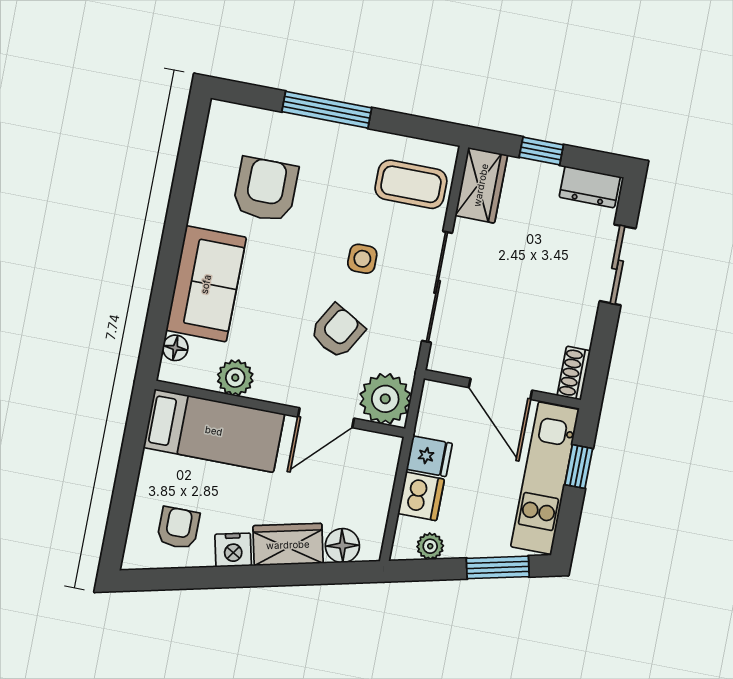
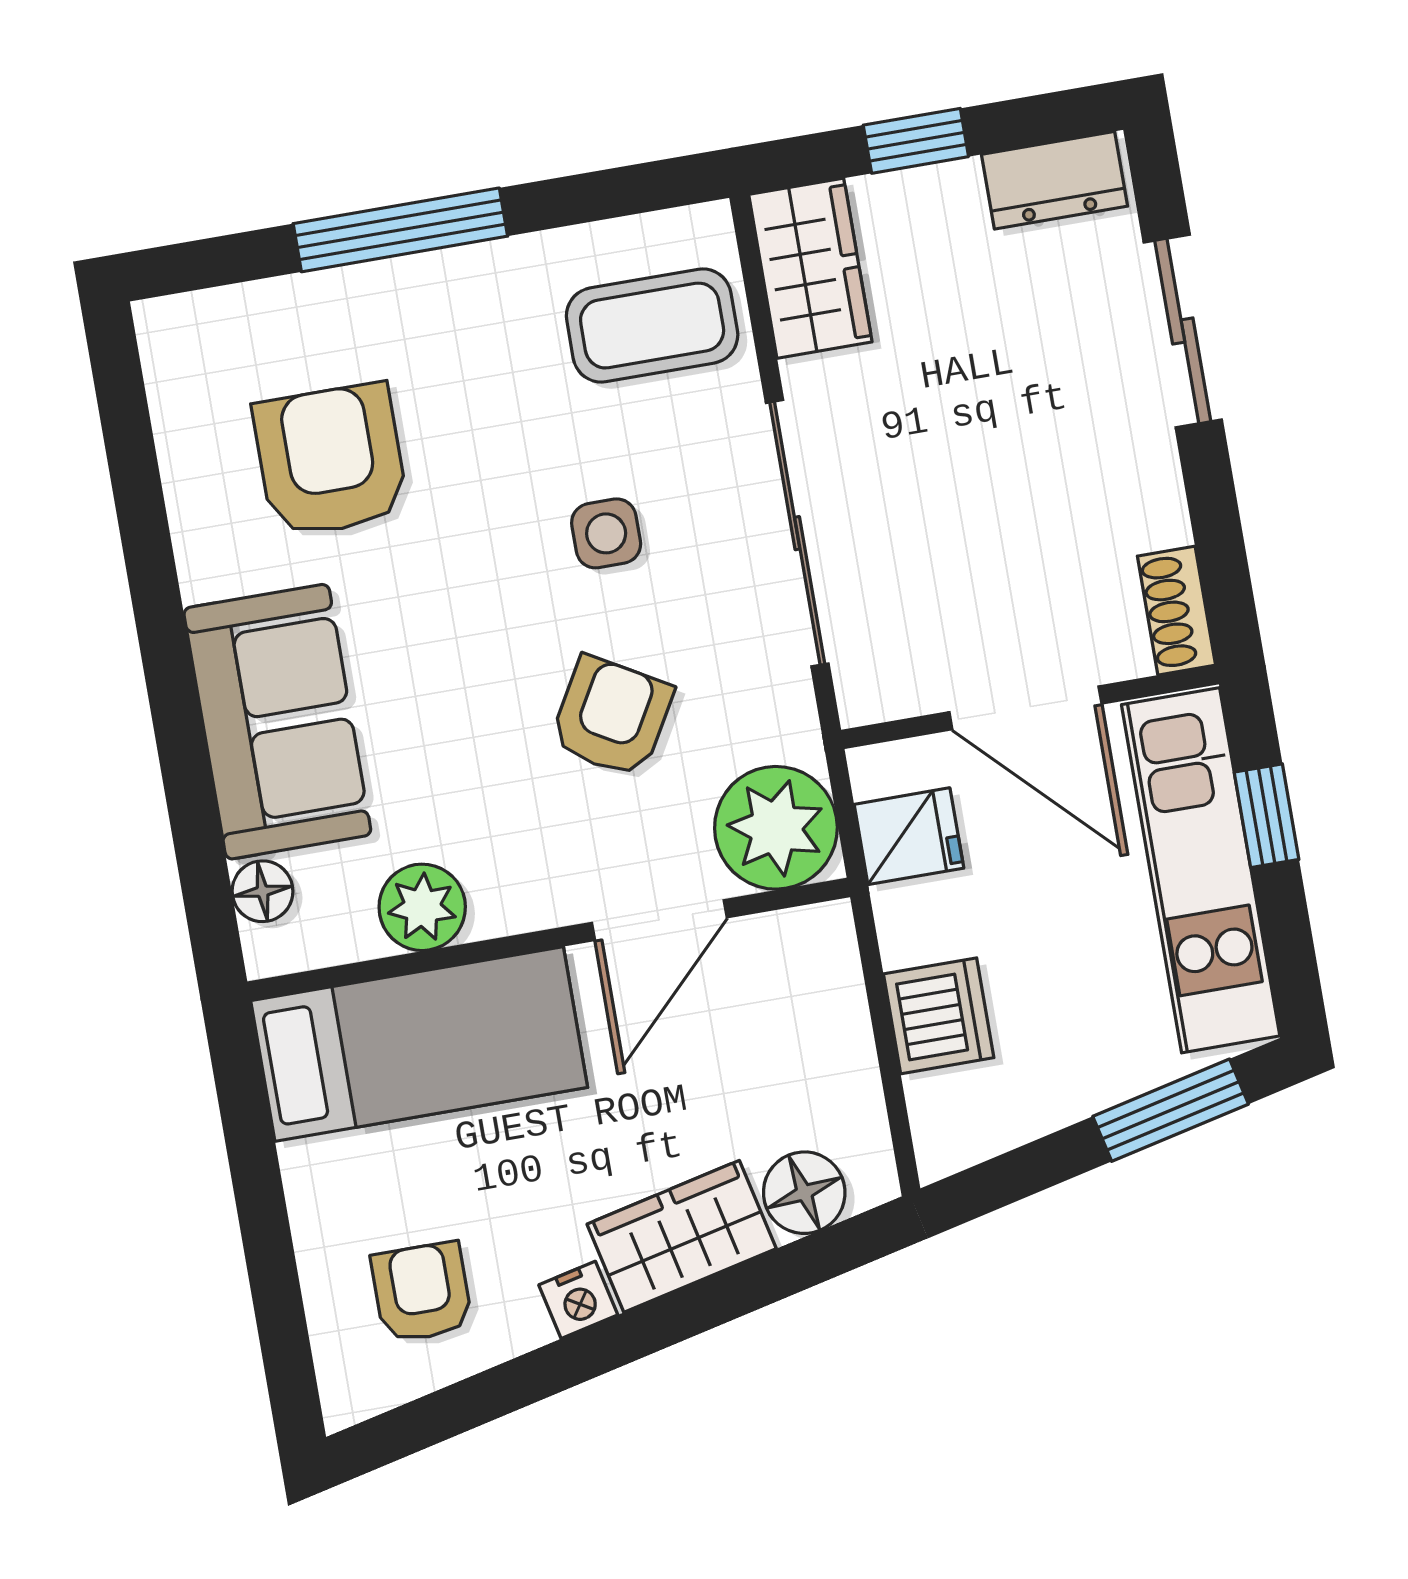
fridge: (429, 456) -> (909, 836), moved
plant: (430, 546) -> (1001, 1120), removed
nightstand: (233, 550) -> (578, 1300), width x0.72, depth x0.74

